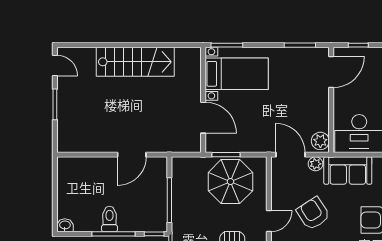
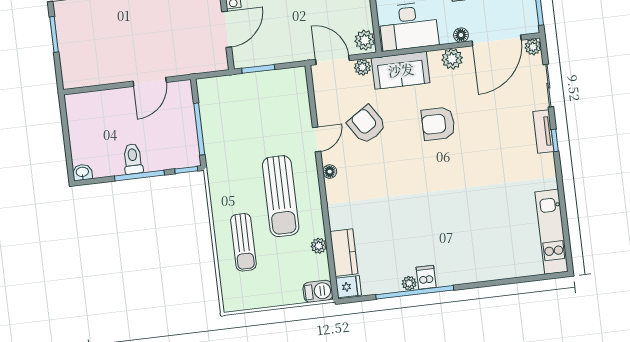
door: (203, 118) -> (227, 29), hinge flipped
parasol: (230, 182) -> (267, 99), removed

